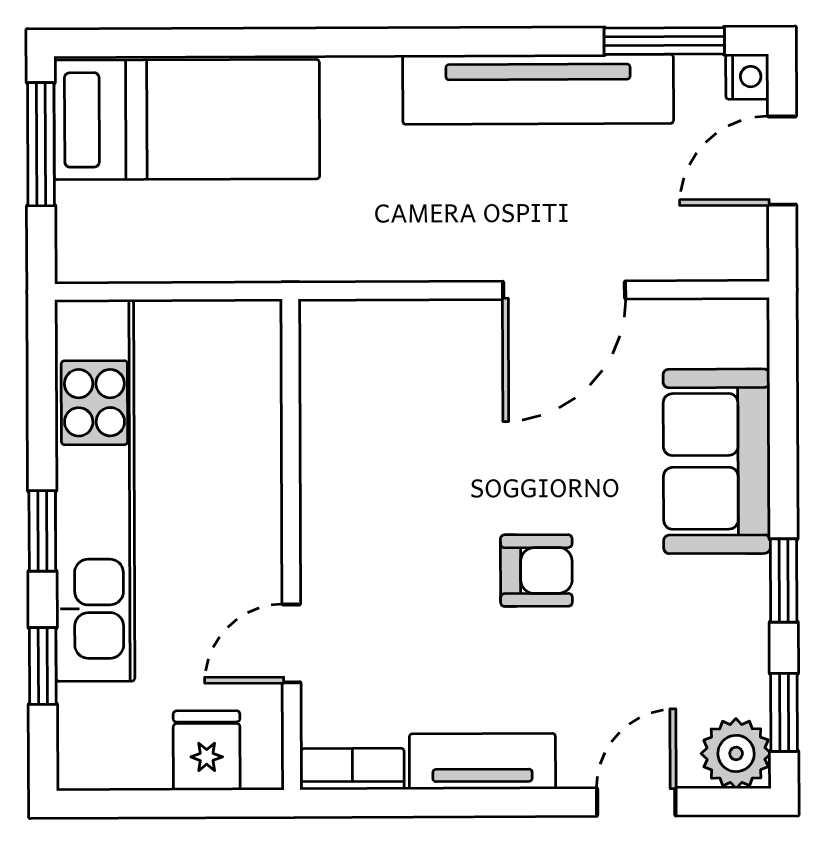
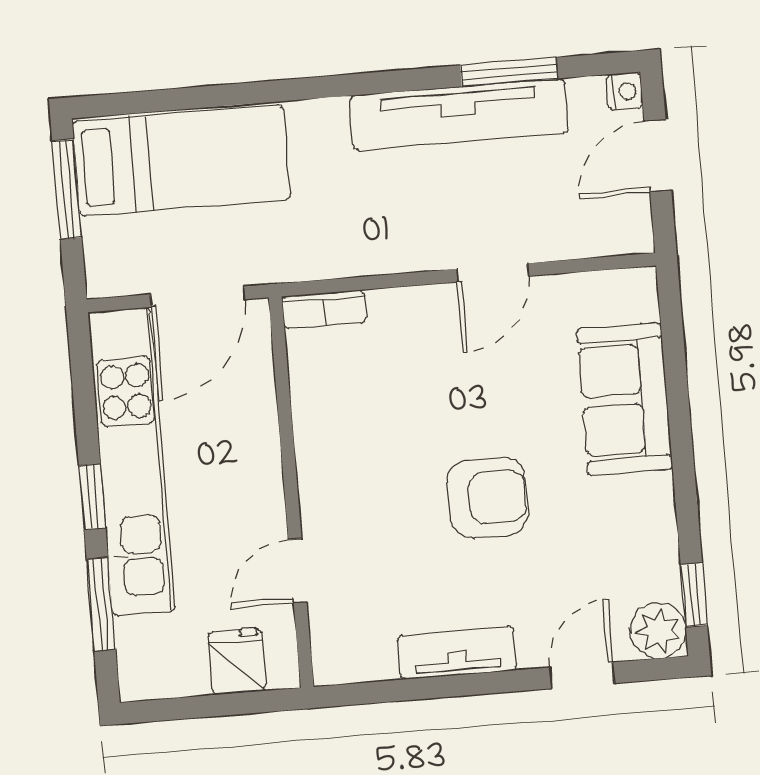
window: (664, 41) -> (509, 72), moved
door: (564, 290) -> (492, 273), width x0.73
door: (193, 291) -> (198, 297), added
armchair: (536, 571) -> (488, 497), width x1.38, depth x1.38
window: (784, 580) -> (685, 490), removed
window: (43, 666) -> (101, 604), width x1.50
bookcase: (352, 769) -> (324, 309), moved, turned 180

